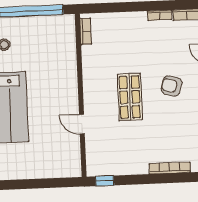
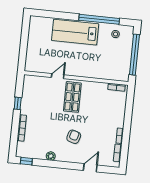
shop shelf: (130, 97) -> (72, 97), moved, turned 90
window: (105, 181) -> (18, 103), moved

